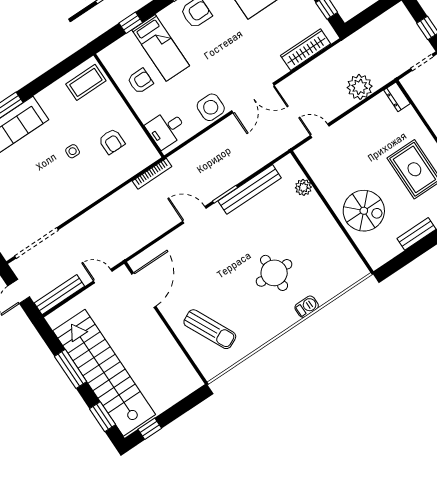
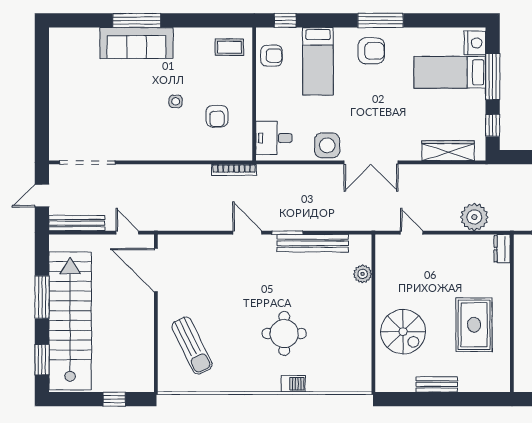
window: (131, 23) -> (285, 20), moved
armchair: (140, 81) -> (271, 56), moved
coffee table: (86, 82) -> (229, 47), width x0.73, depth x0.77
door: (144, 290) -> (156, 270), swing flipped
window: (150, 429) -> (114, 399), moved

